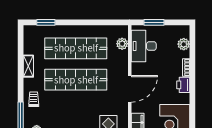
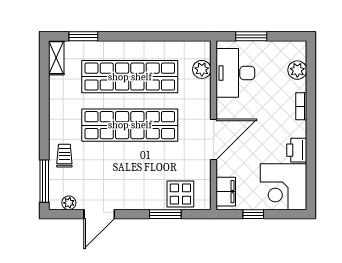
shelving: (28, 66) -> (56, 58), moved
printer: (183, 85) -> (297, 150), moved

